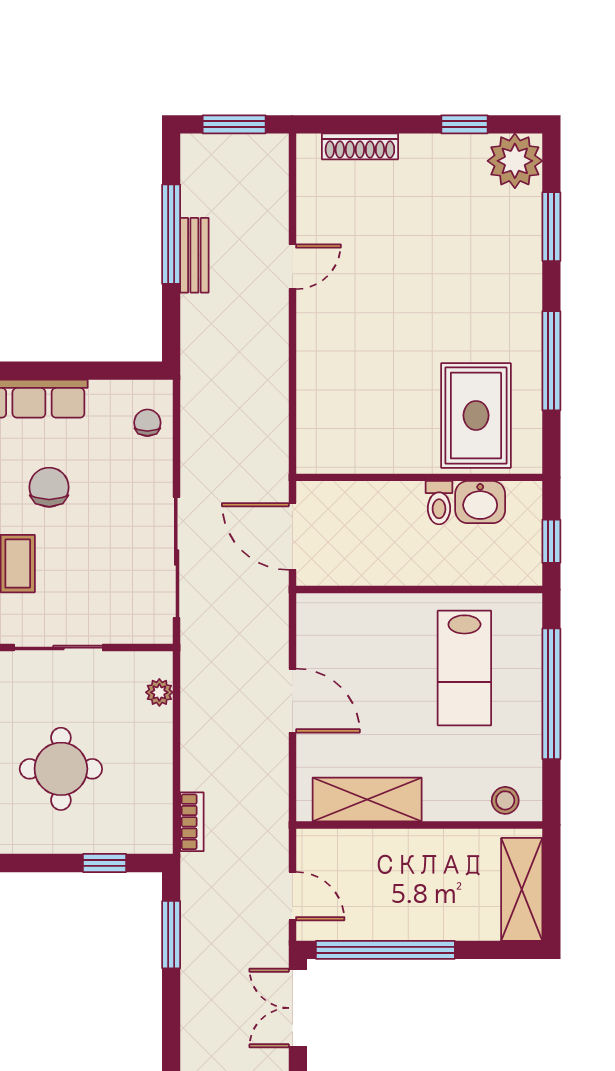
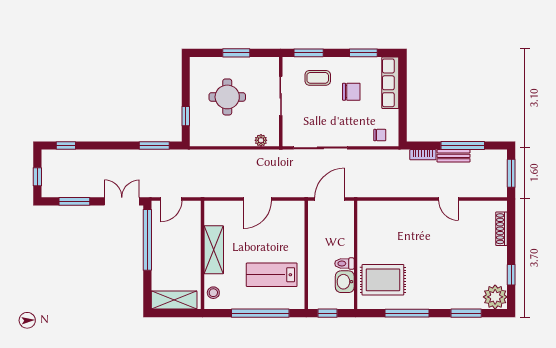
shelving: (367, 800) -> (214, 250), moved
bookcase: (192, 822) -> (423, 155), moved

